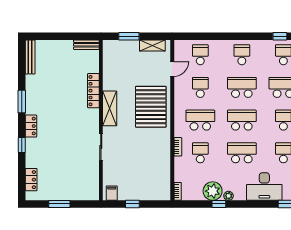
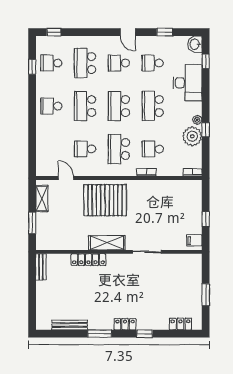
school desk: (200, 55) -> (51, 149), removed
bench: (30, 57) -> (70, 325), moved

